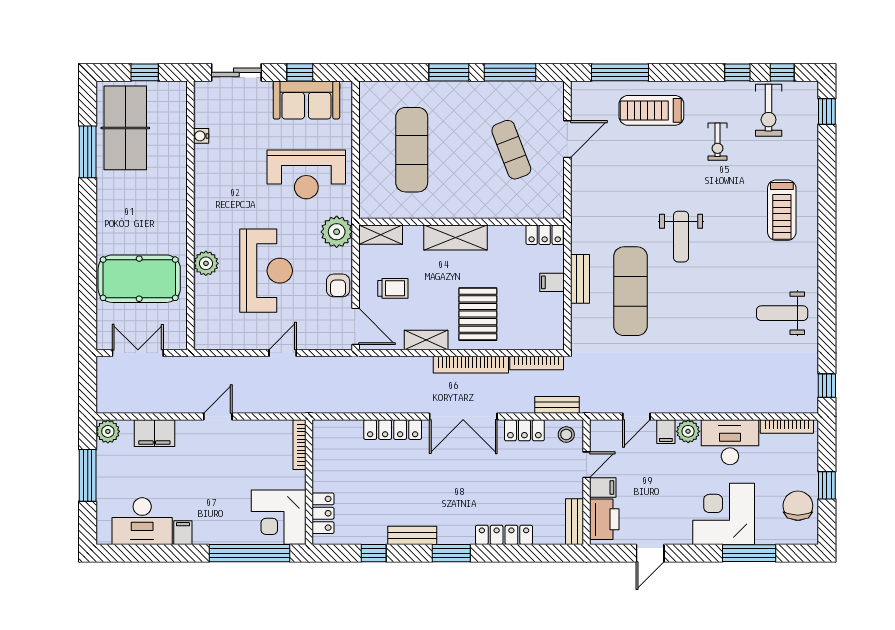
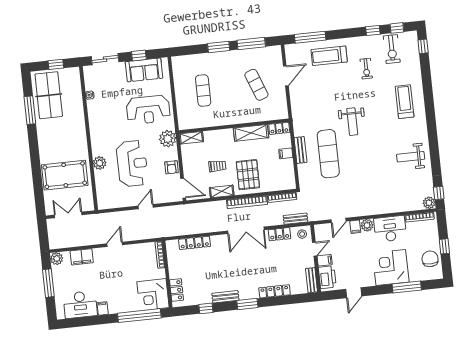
exercise mat: (412, 150) -> (203, 90), width x0.73, depth x0.69
treadmill: (782, 210) -> (405, 102), turned 180
shelving: (455, 238) -> (251, 133), moved
trolley: (393, 288) -> (217, 166), moved
plant: (807, 402) -> (429, 203), added
locker: (393, 430) -> (195, 243), moved

